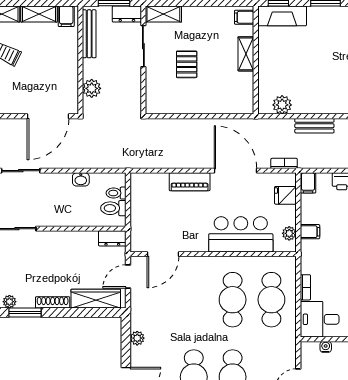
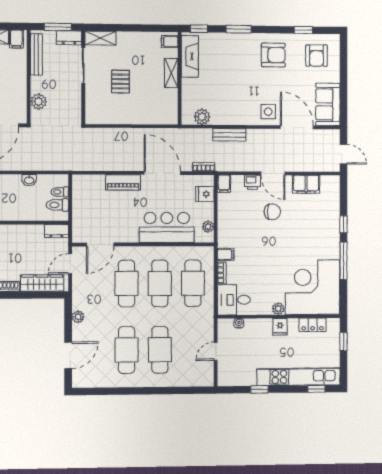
fireplace: (282, 16) -> (190, 56), moved, turned -90
filing cabinet: (310, 232) -> (226, 254), moved
cafe table: (194, 300) -> (127, 284), added

